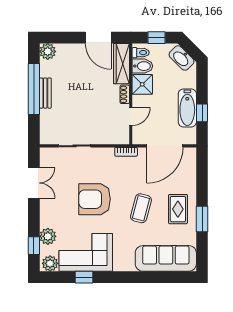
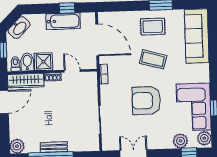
armchair: (95, 199) -> (146, 101), turned 90

